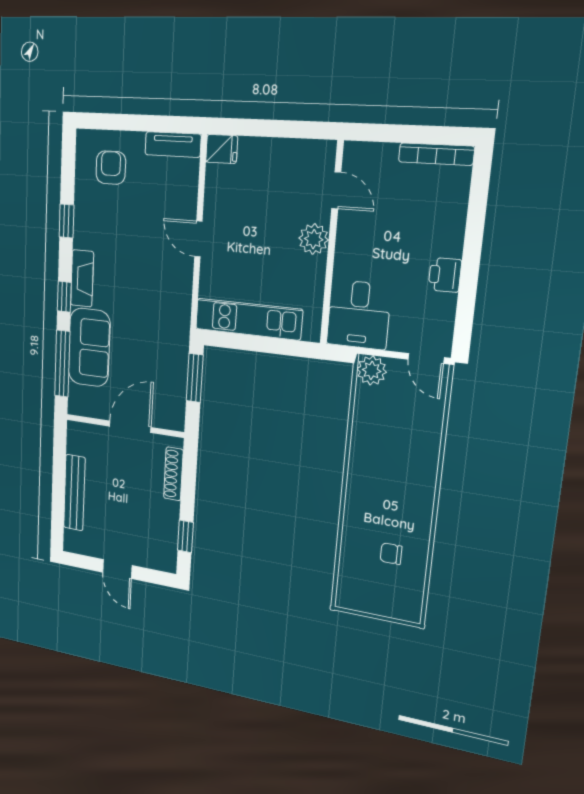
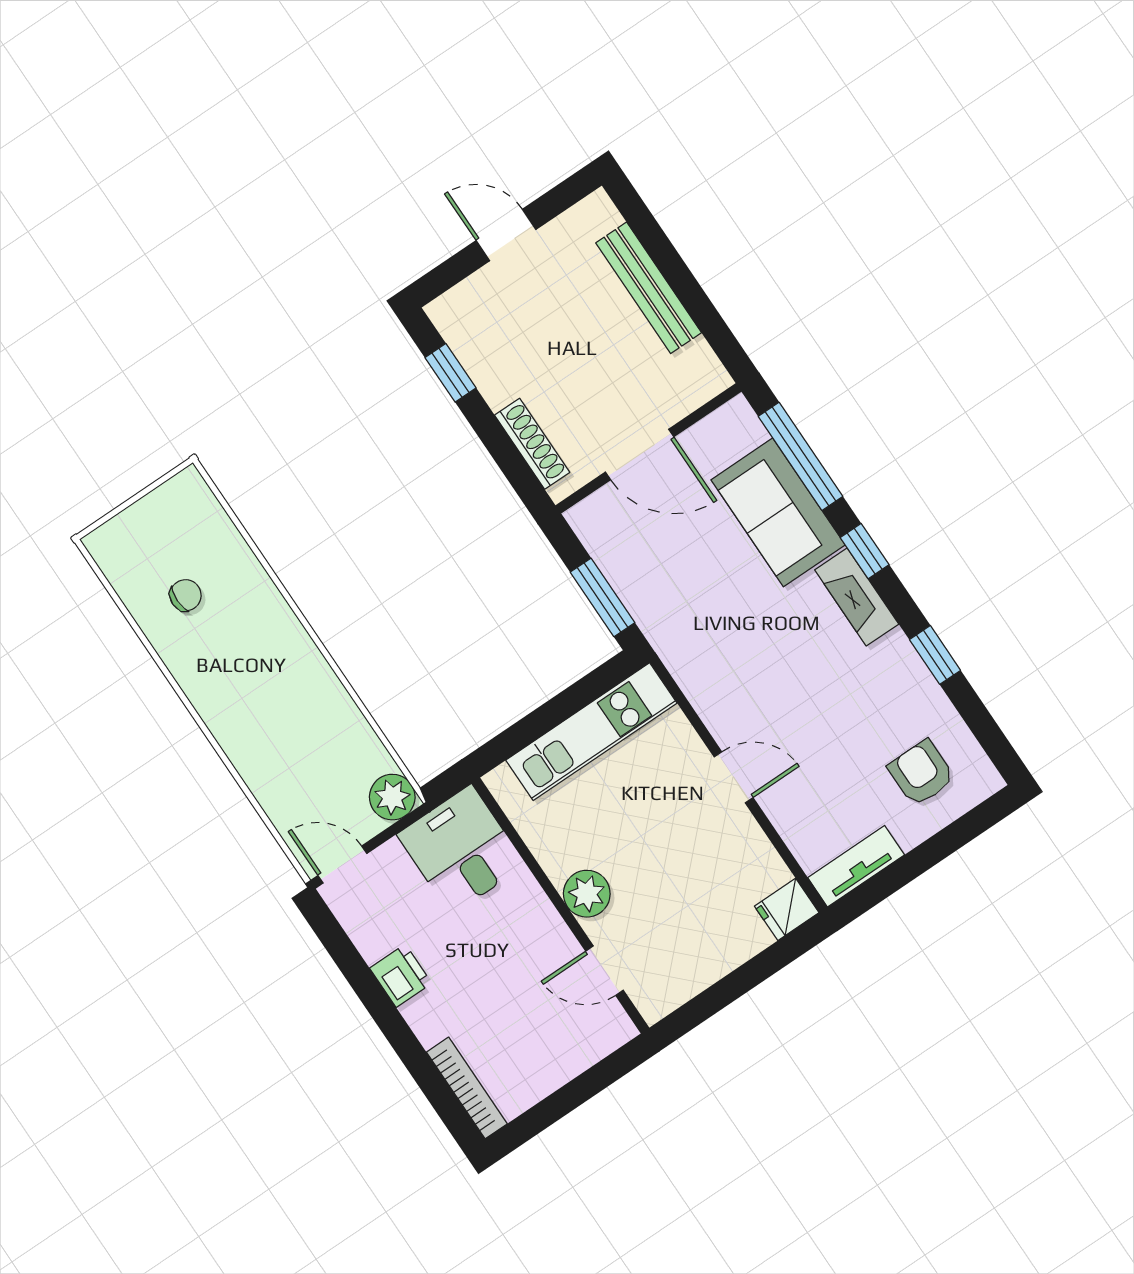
bookcase: (436, 154) -> (467, 1088), moved, turned 90
armchair: (111, 168) -> (921, 773), turned 180
door: (130, 427) -> (640, 454), hinge flipped

